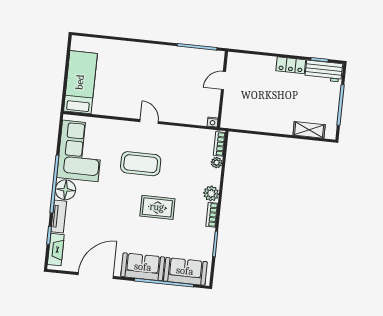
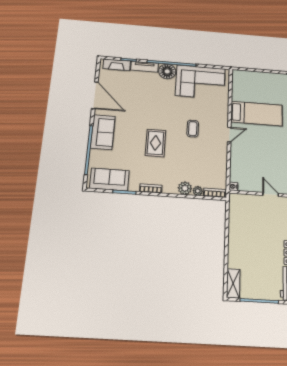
bed: (80, 82) -> (257, 114), moved
shelving: (309, 130) -> (233, 283), moved
coffee table: (141, 164) -> (193, 129), width x0.54, depth x0.58
plant: (211, 193) -> (185, 188), moved
sofa: (185, 271) -> (109, 179), moved, turned -90

